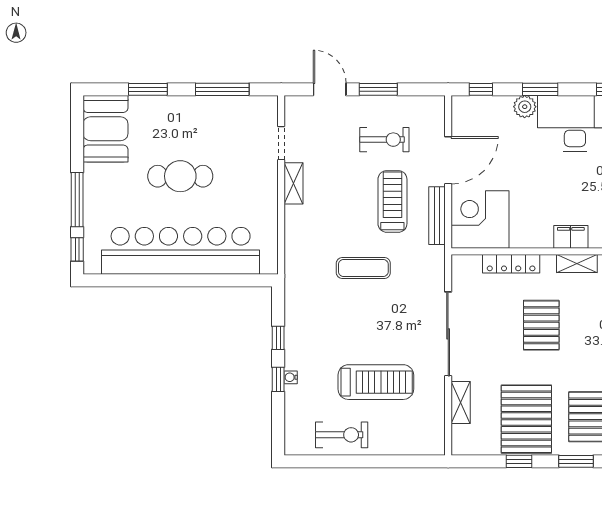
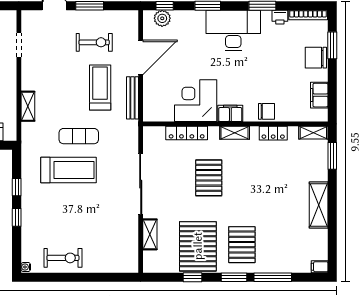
plant: (525, 107) -> (162, 18), moved
shelving: (293, 183) -> (28, 106), moved
corner desk: (480, 219) -> (196, 101), moved
water cooler: (291, 377) -> (26, 267), moved
treadmill: (376, 382) -> (68, 170), moved

